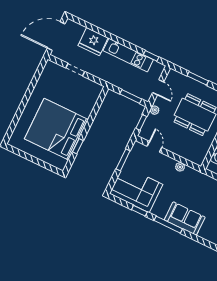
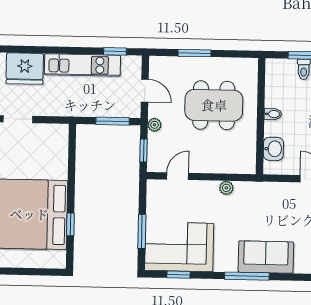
door: (154, 147) -> (178, 176), hinge flipped
window: (123, 160) -> (142, 232), moved
window: (139, 211) -> (178, 275), moved

